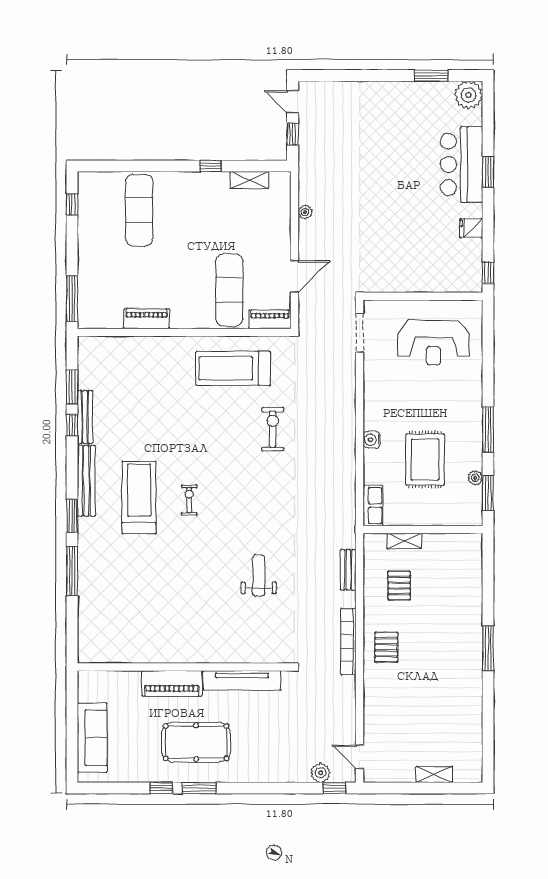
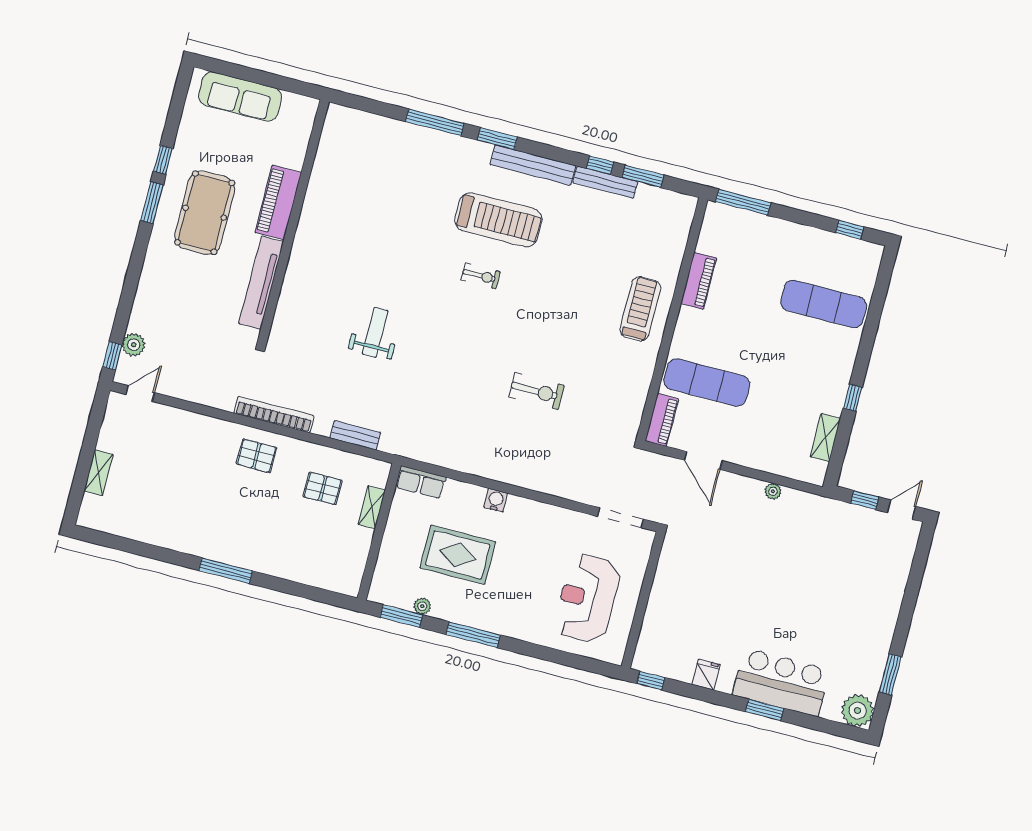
treadmill: (233, 368) -> (640, 309), moved, width x0.73, depth x0.73
weight bench: (259, 575) -> (375, 332), turned -90

